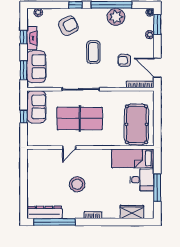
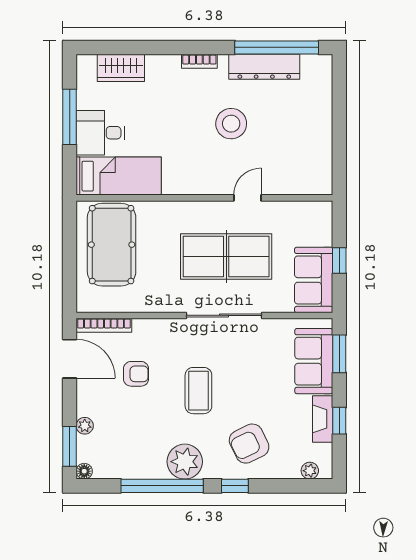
plant: (116, 17) -> (185, 462), moved
dresser: (44, 212) -> (264, 67), moved

